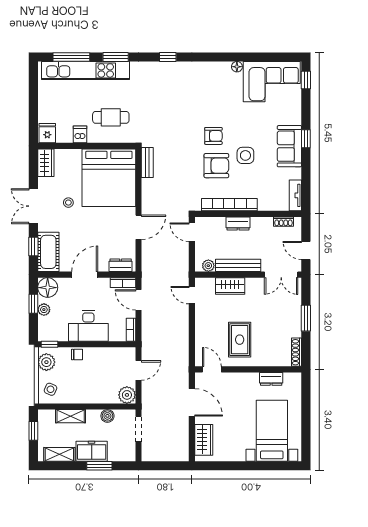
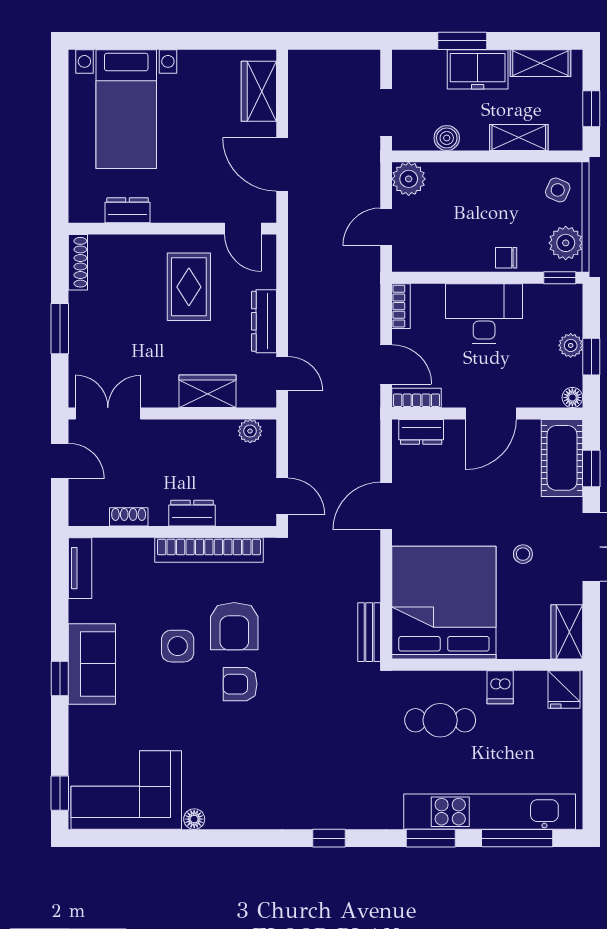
armchair: (216, 166) -> (234, 626), turned -90
shoe rack: (283, 222) -> (129, 517), moved
bench: (238, 265) -> (192, 432), removed
floor lamp: (48, 288) -> (572, 397), width x0.53, depth x0.53
dresser: (201, 322) -> (264, 321), added

